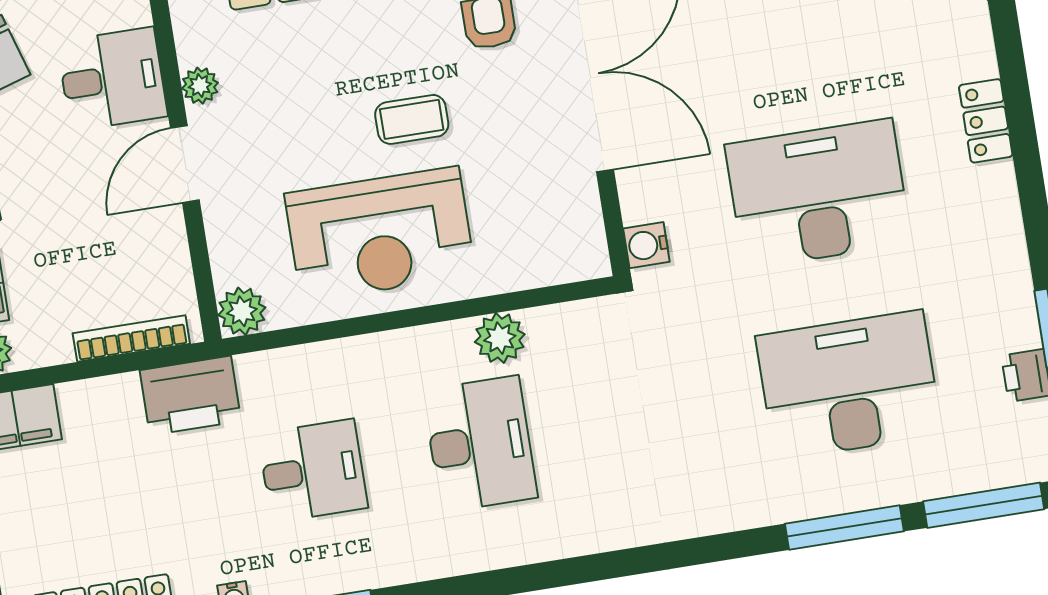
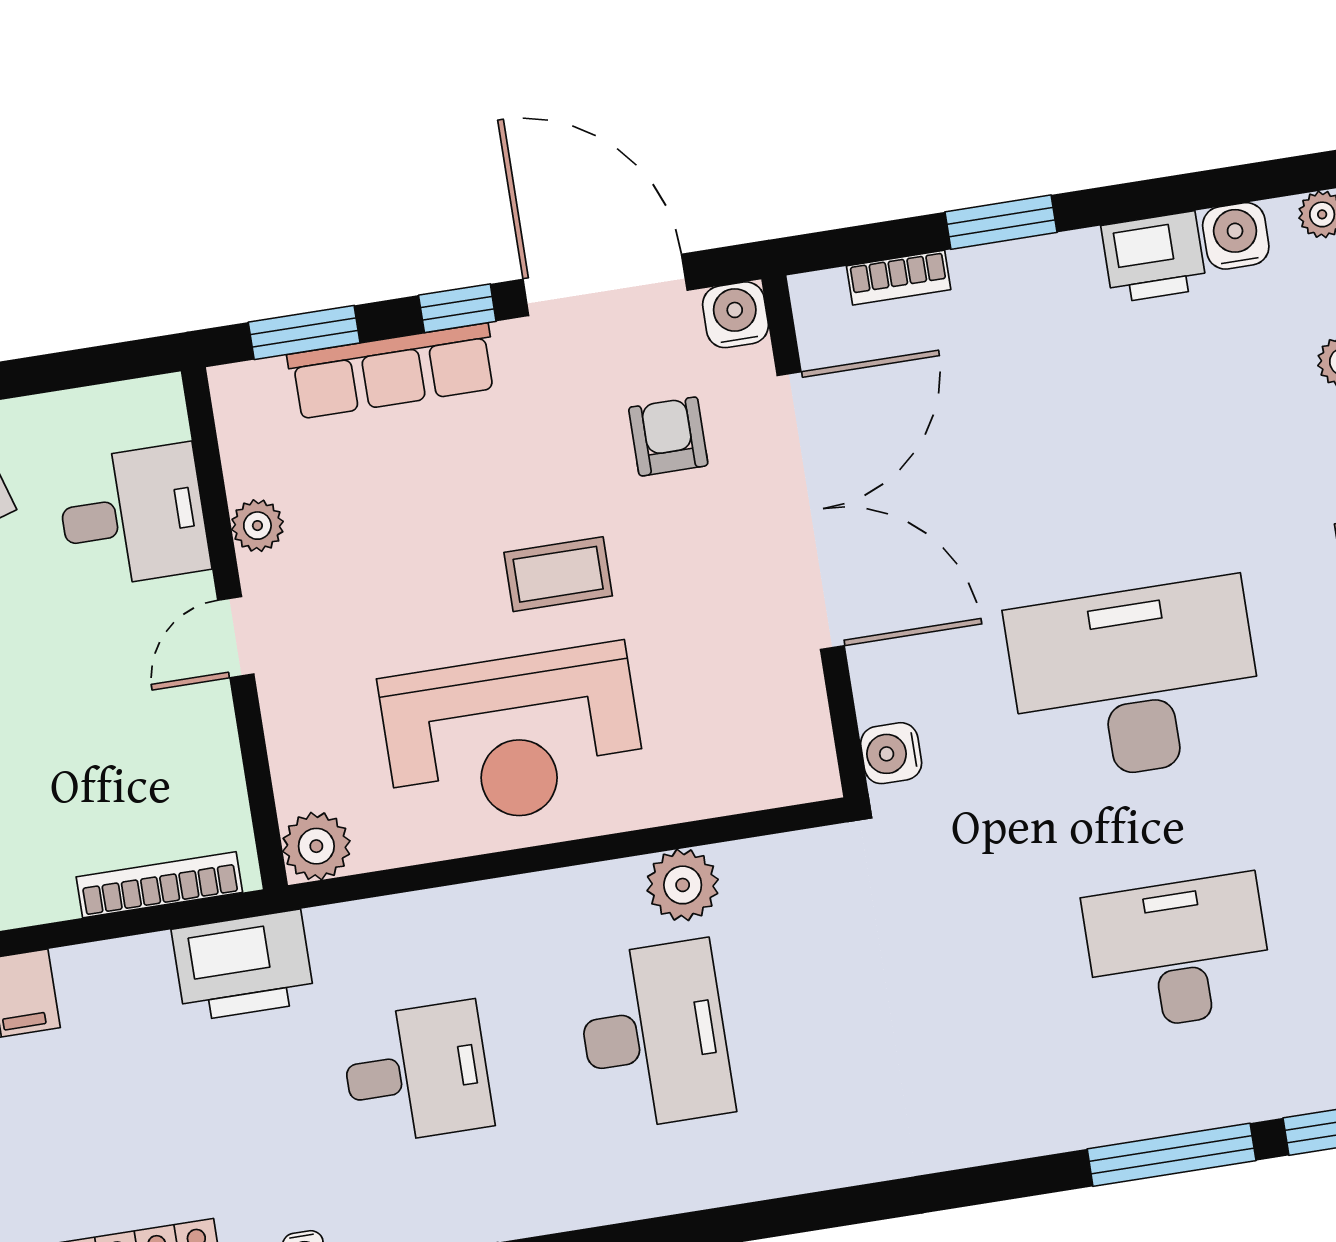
door: (185, 164) -> (236, 637), width x0.73
desk: (849, 385) -> (1178, 953), width x0.73, depth x0.77

